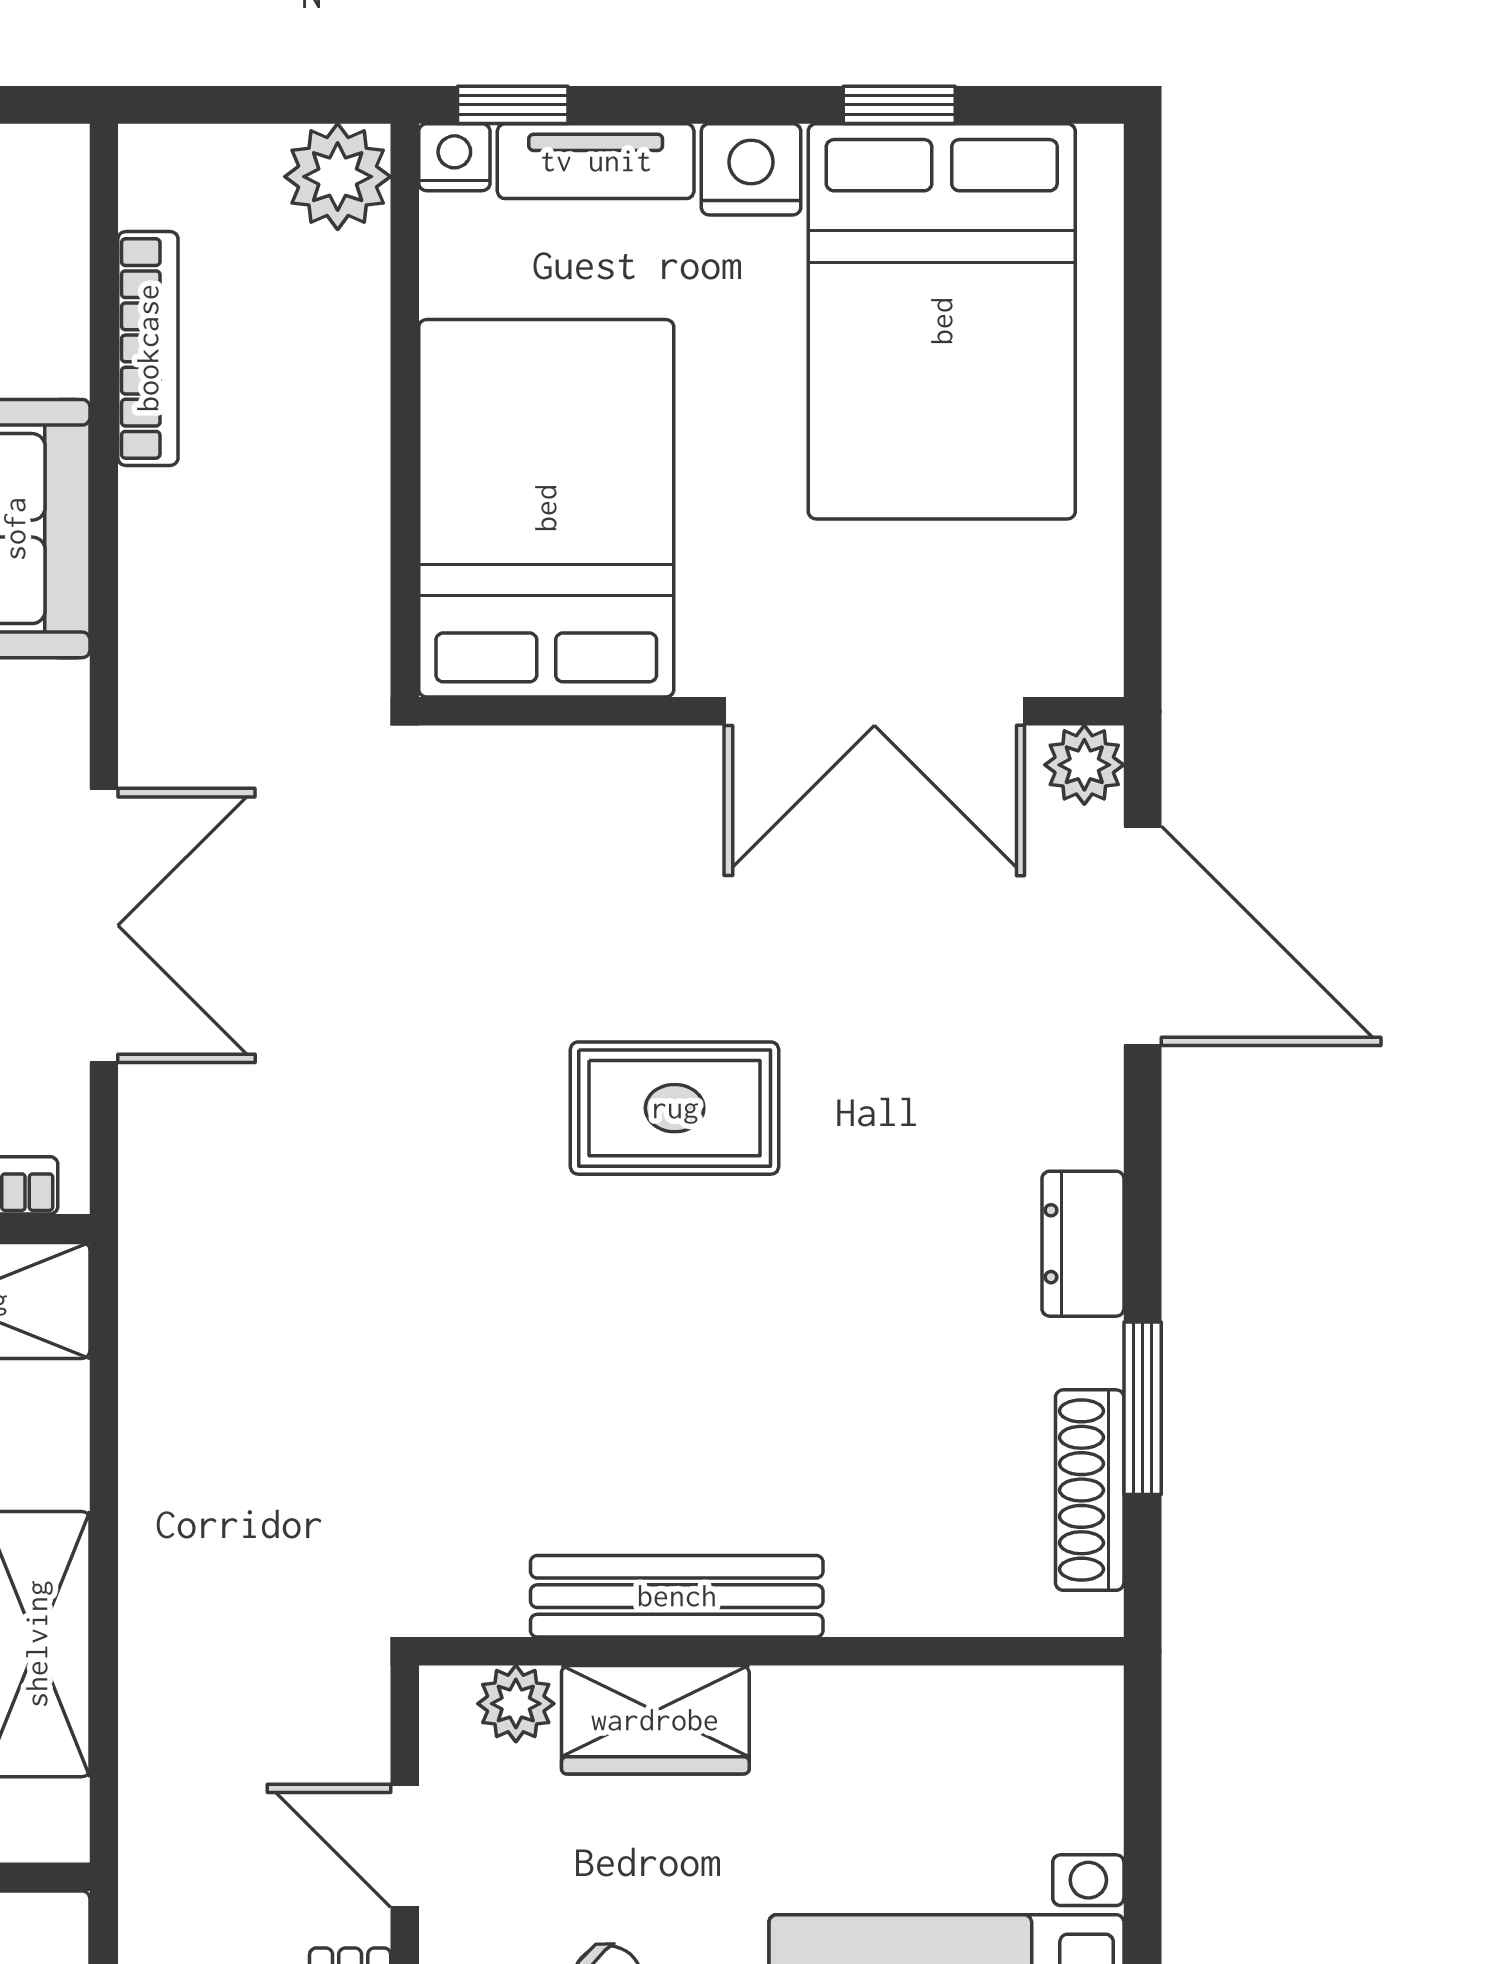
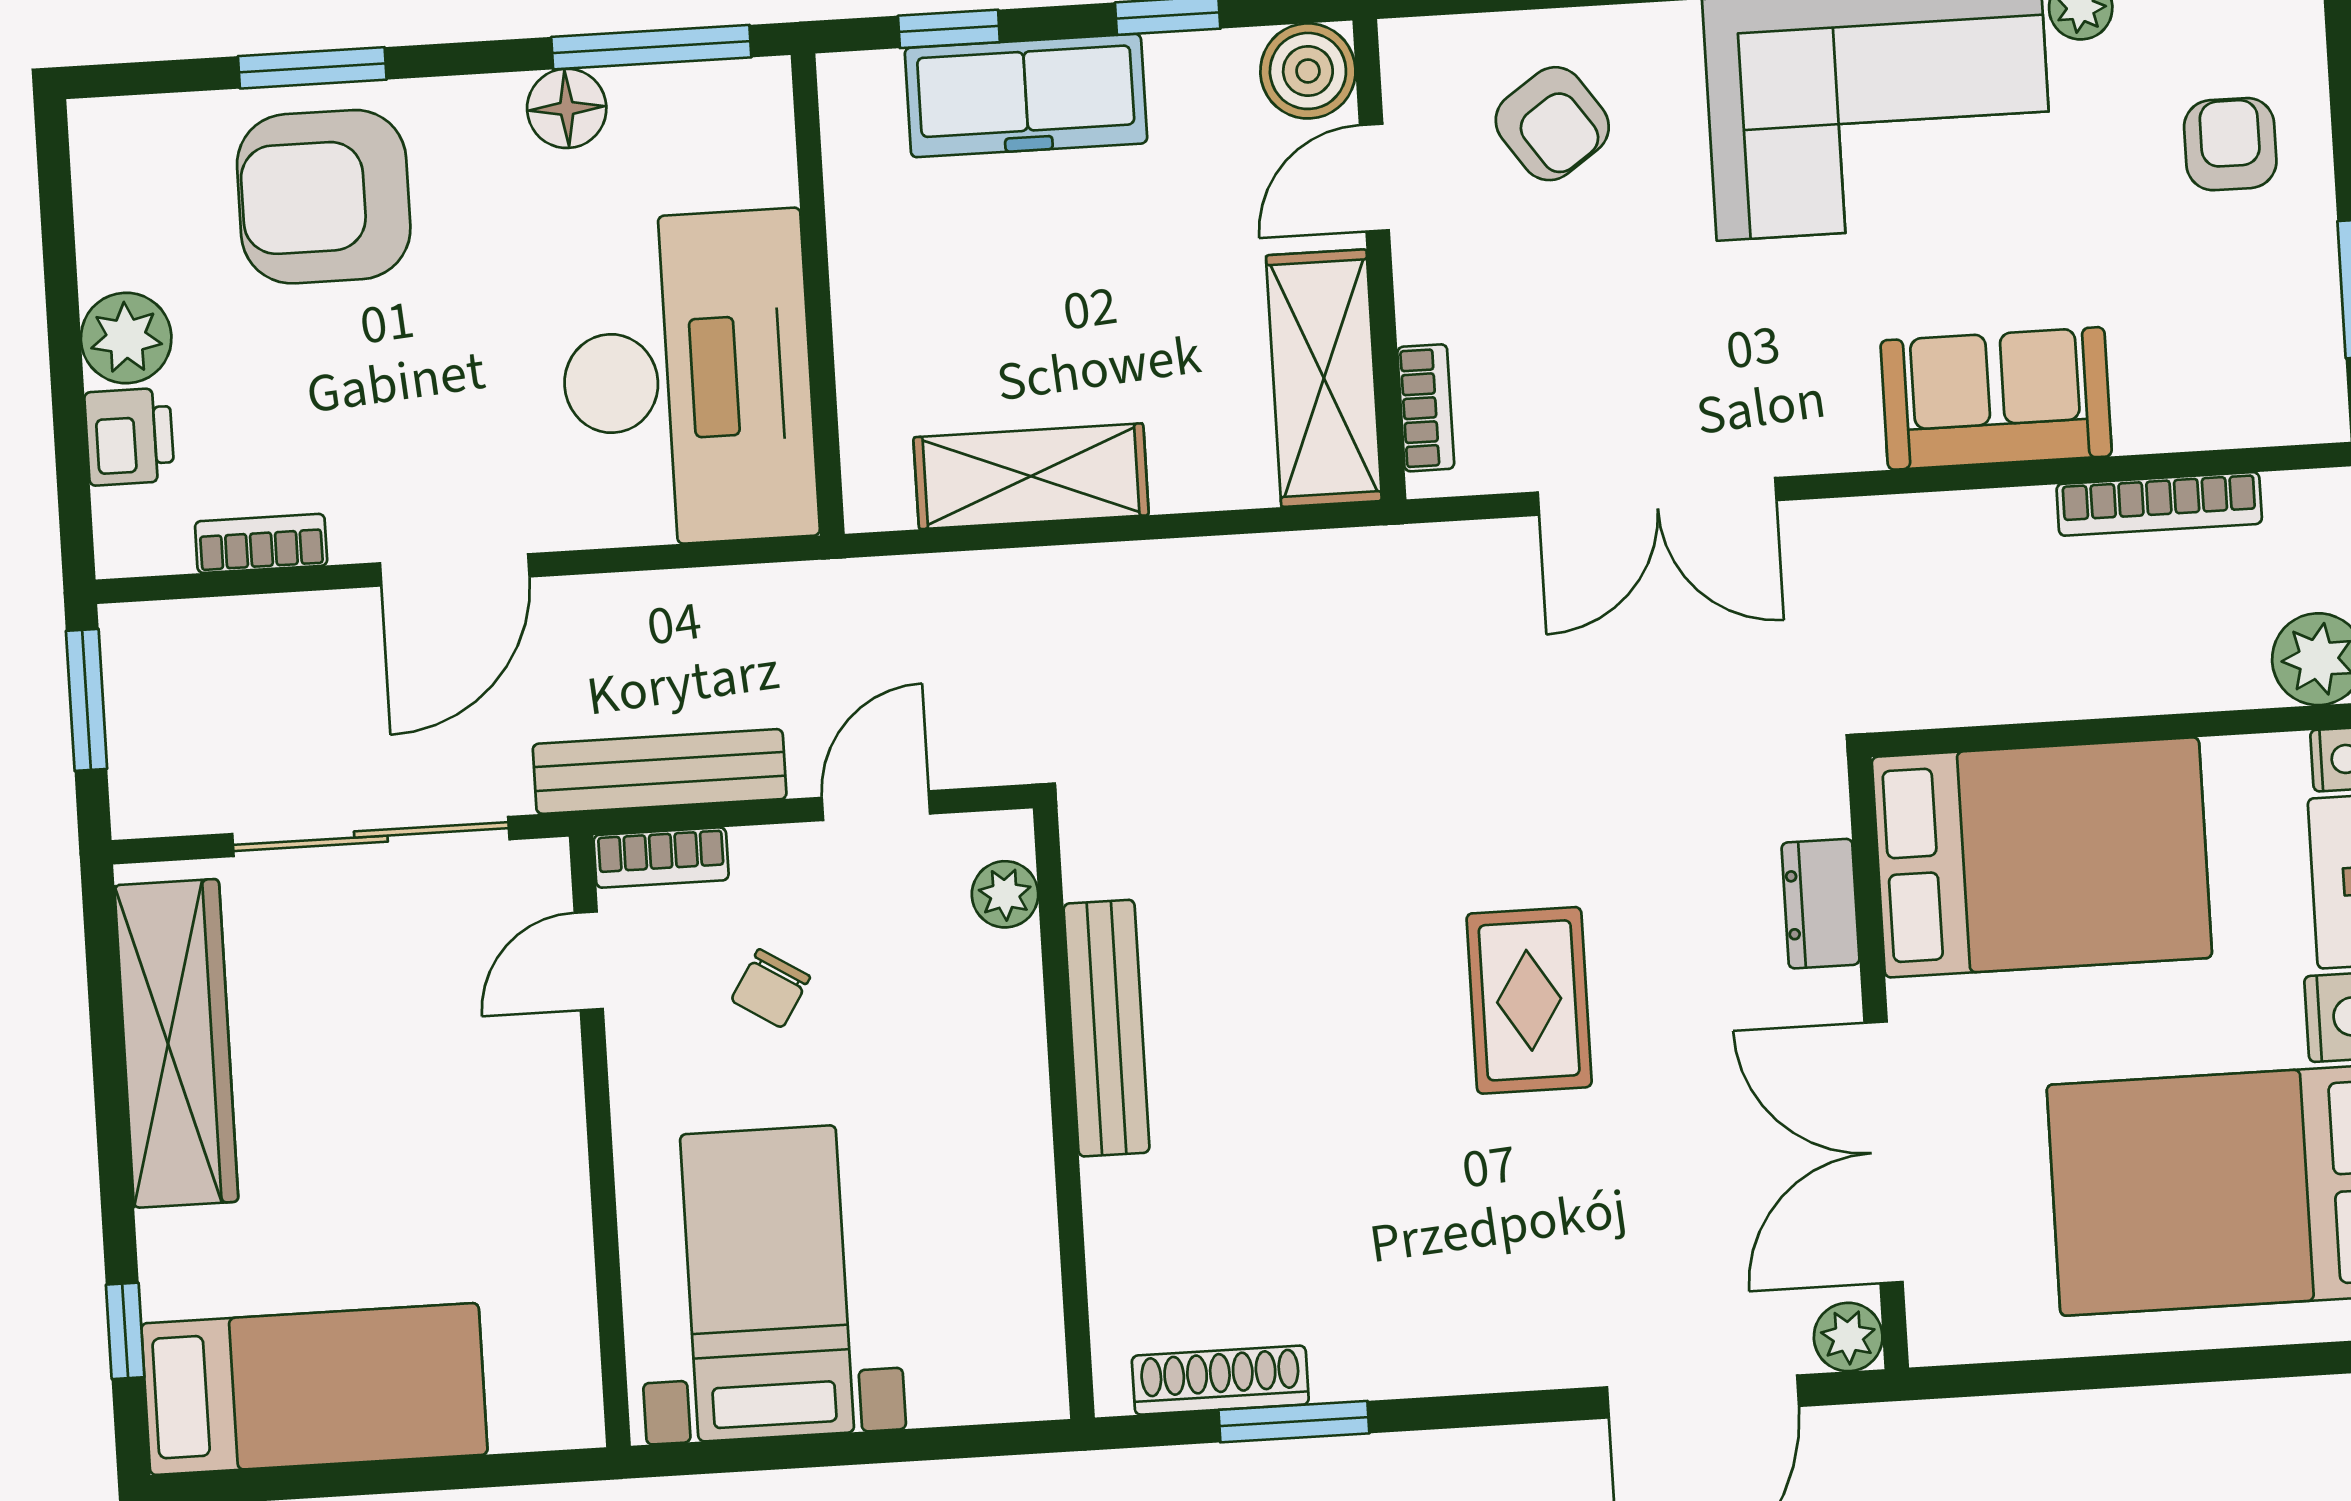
dresser: (1083, 1244) -> (1821, 904), moved, turned -90
wardrobe: (655, 1720) -> (998, 1016), removed

